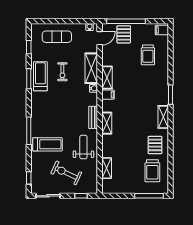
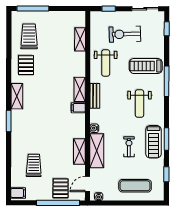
shelving: (107, 78) -> (79, 152), moved
filing cabinet: (108, 95) -> (78, 108), moved
weight bench: (53, 111) -> (140, 103), added
exercise bike: (66, 173) -> (125, 34), turned 153

